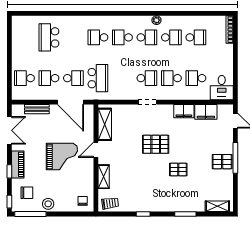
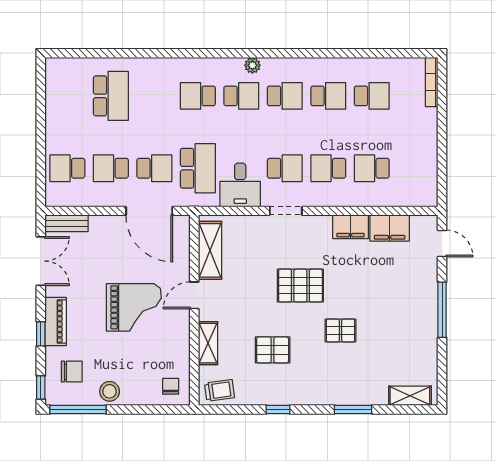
plant: (156, 20) -> (252, 65), moved
school desk: (49, 37) -> (111, 96), turned 180
school desk: (122, 37) -> (241, 96), turned 180
desk: (222, 88) -> (240, 185), moved
bench: (37, 109) -> (67, 223), moved
pallet: (222, 162) -> (273, 350), moved

